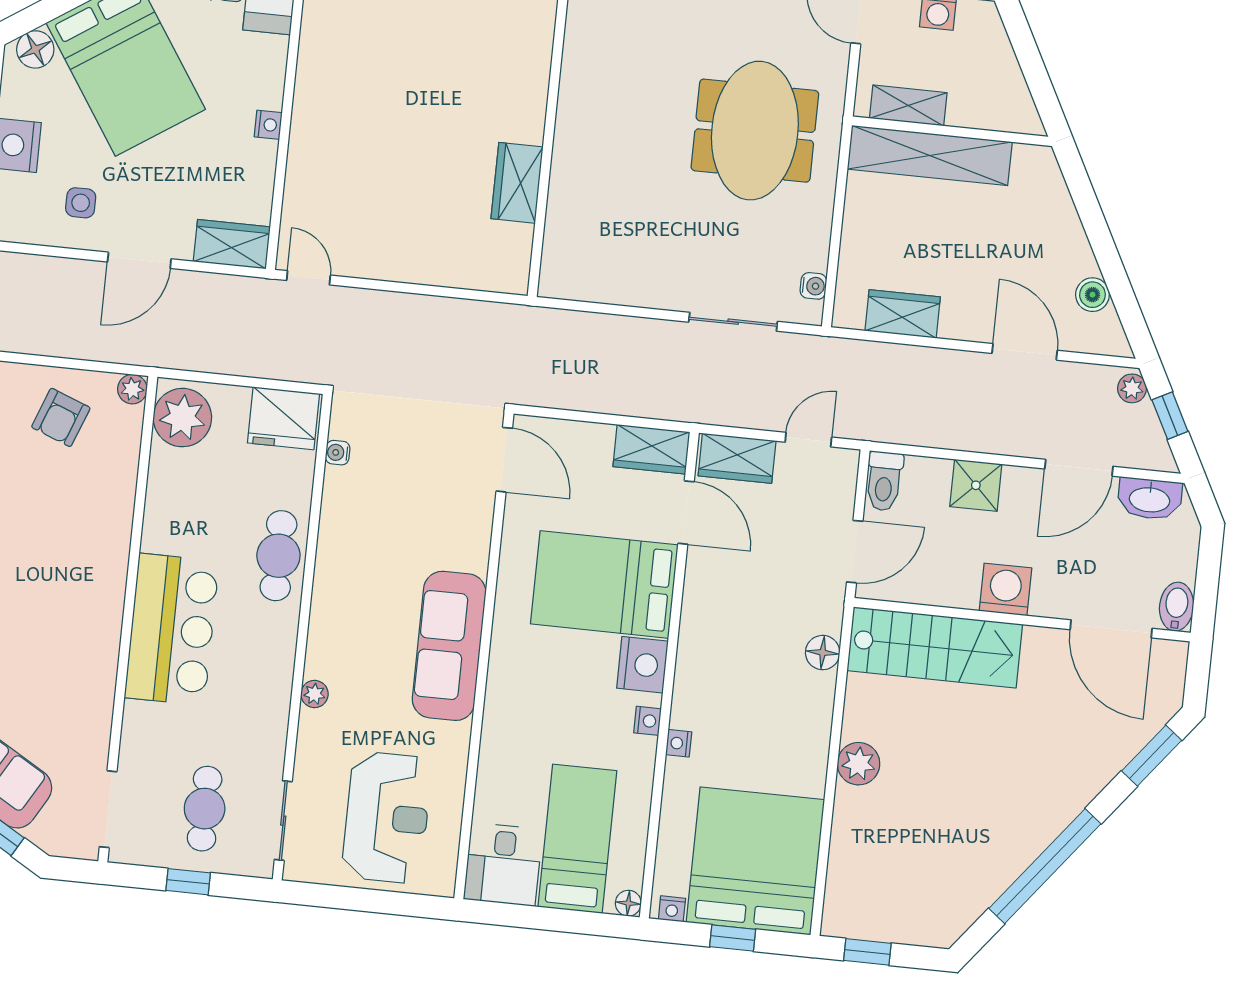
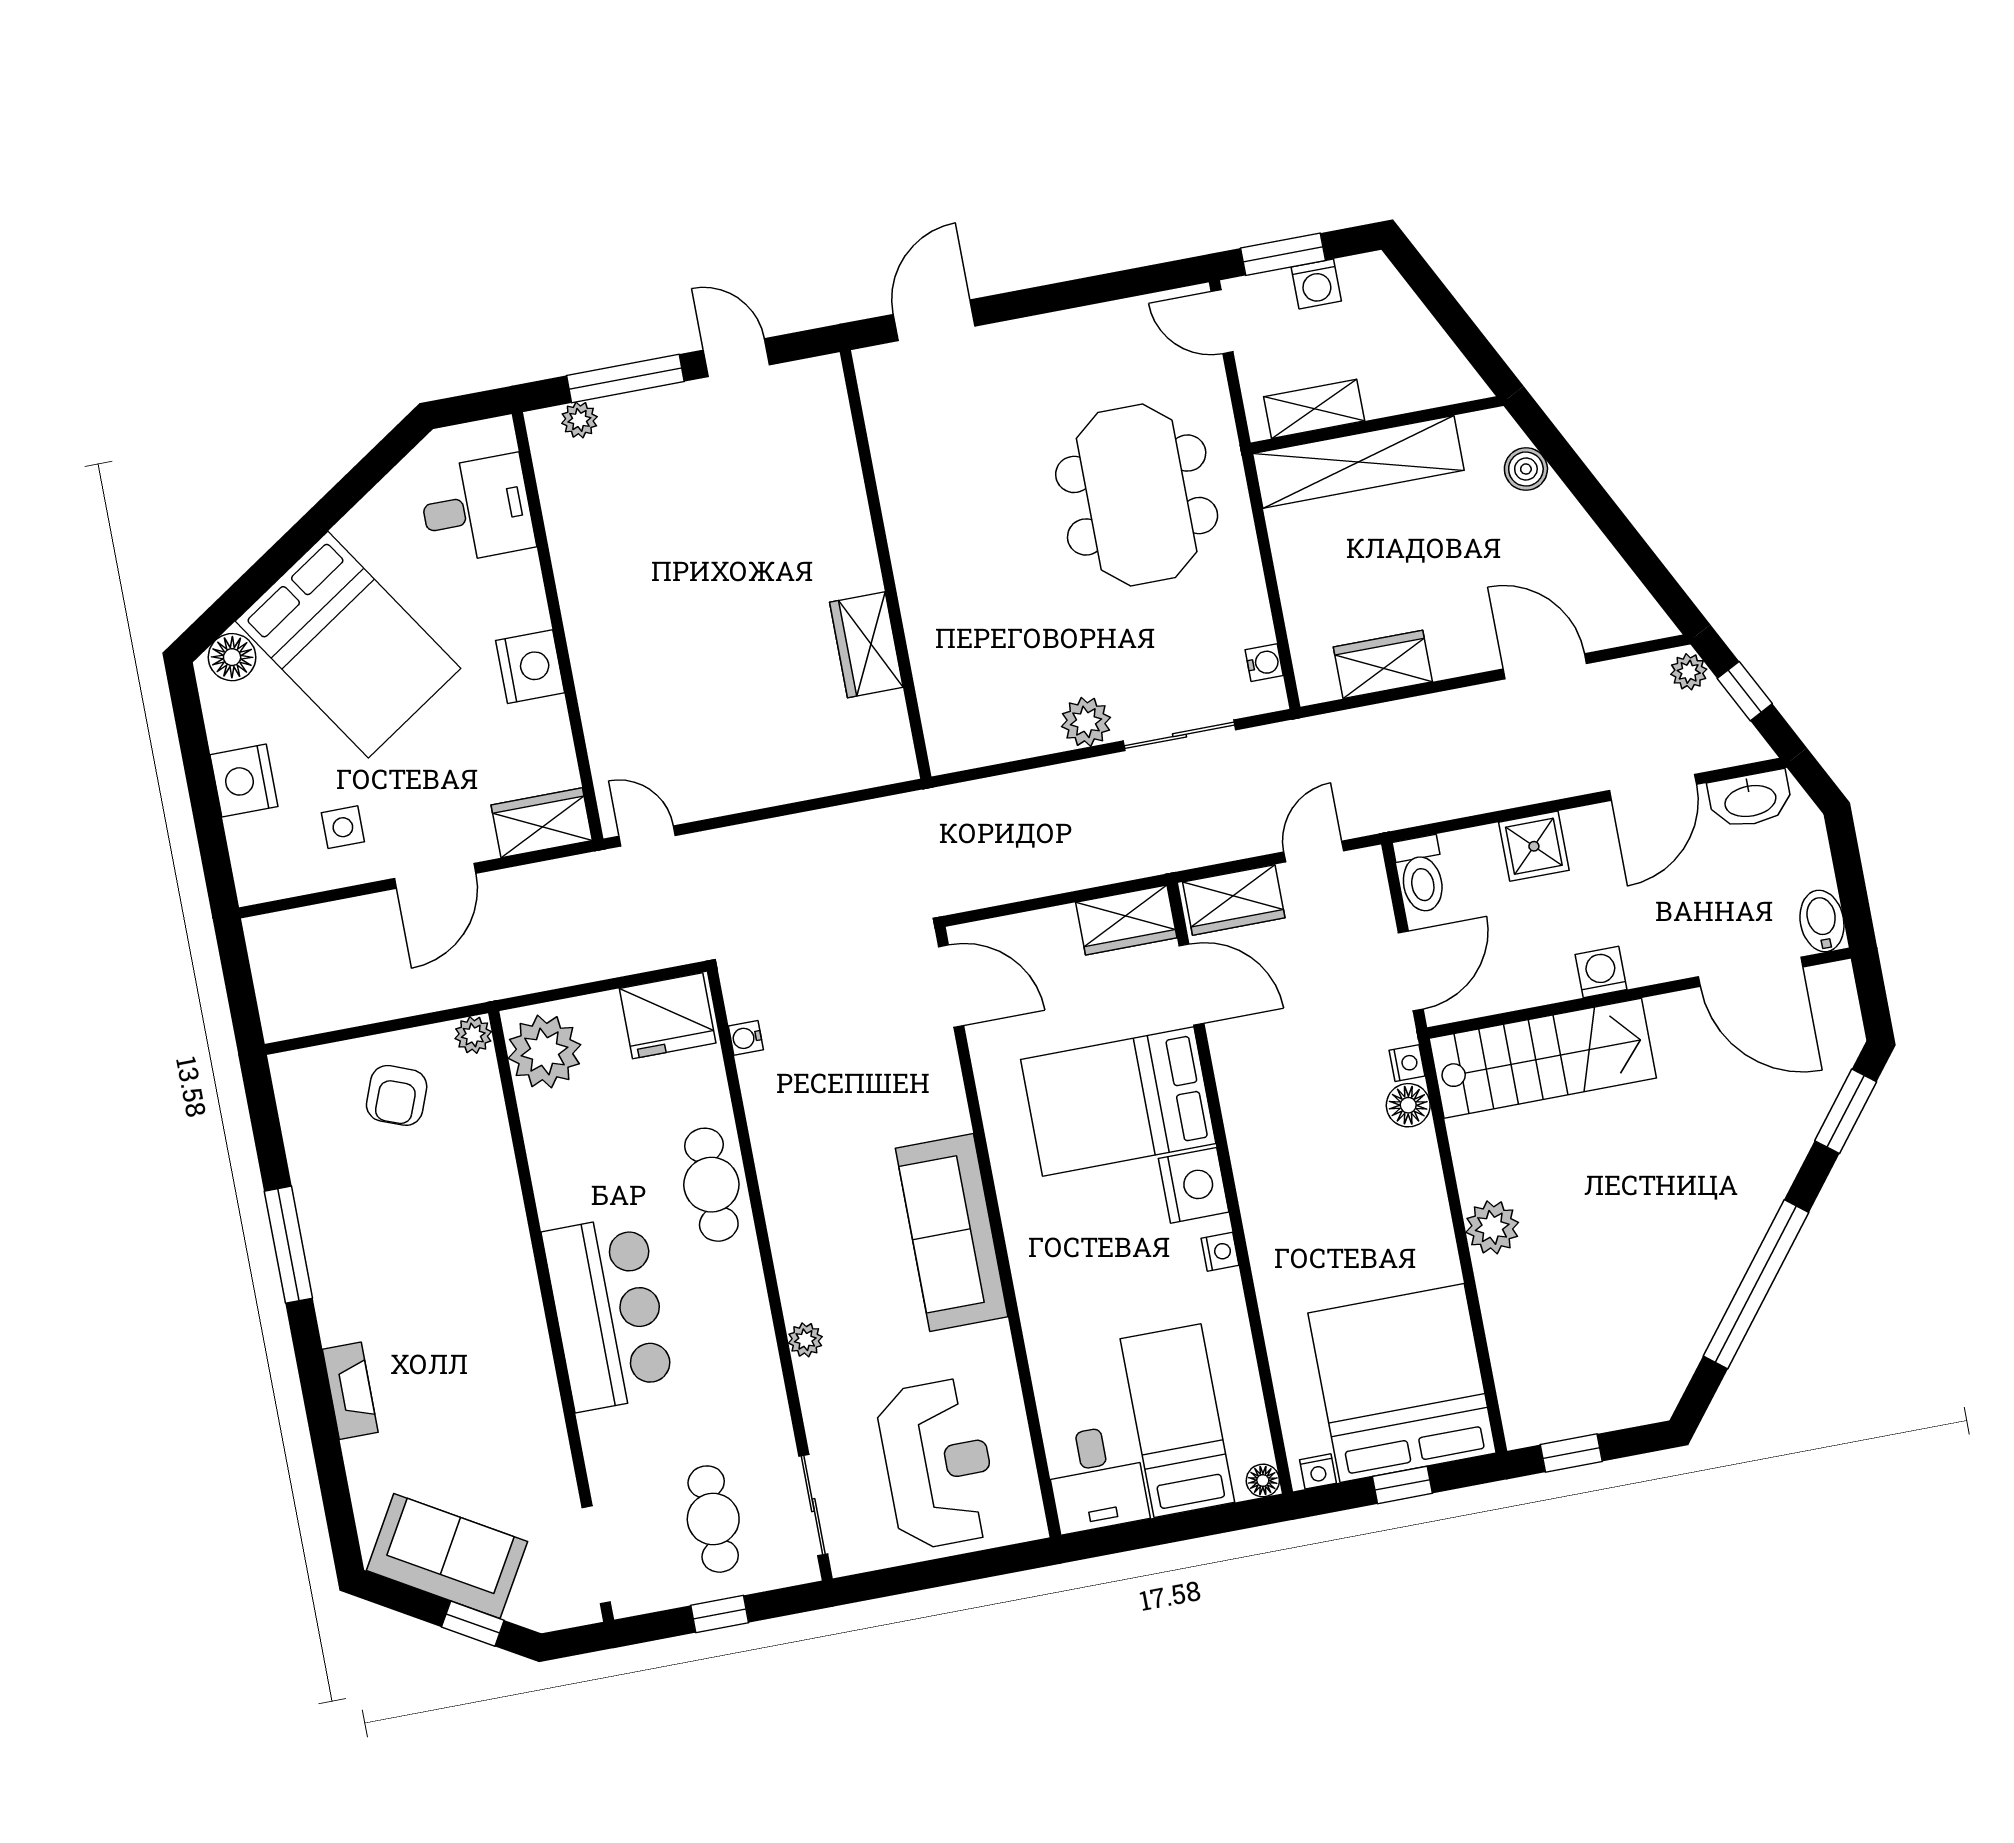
nightstand: (268, 125) -> (530, 667), width x1.89, depth x1.79
plant: (666, 291) -> (1086, 722), added
boiler: (1092, 295) -> (1526, 469), moved
washing machine: (1005, 589) -> (1601, 972), width x0.73, depth x0.73
nightstand: (679, 743) -> (1407, 1063), moved, turned 180

